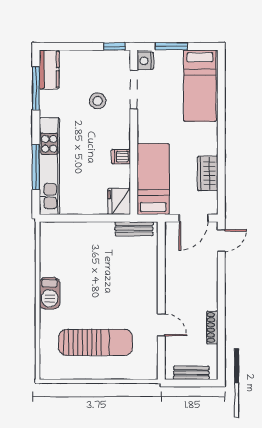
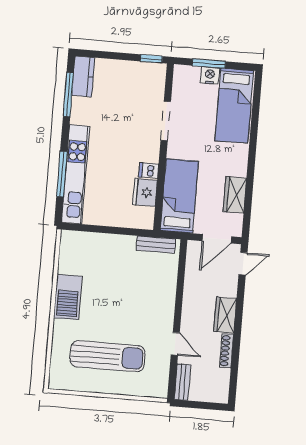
nightstand: (145, 61) -> (210, 75), moved, turned 90
doorway: (134, 90) -> (166, 121), moved
stool: (98, 101) -> (130, 112), removed
fridge: (119, 202) -> (145, 192), moved
wardrobe: (208, 292) -> (225, 315), added
barbecue: (50, 293) -> (68, 297), width x1.37, depth x1.21
bench: (191, 373) -> (183, 382), moved, turned 90

